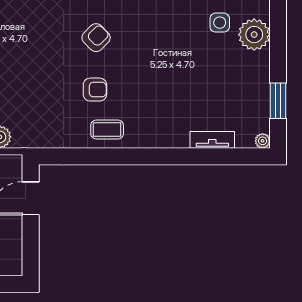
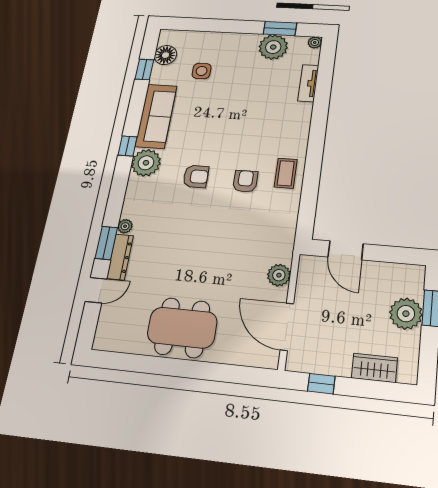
plant: (254, 35) -> (273, 47), moved
armchair: (96, 38) -> (196, 176), turned 135

